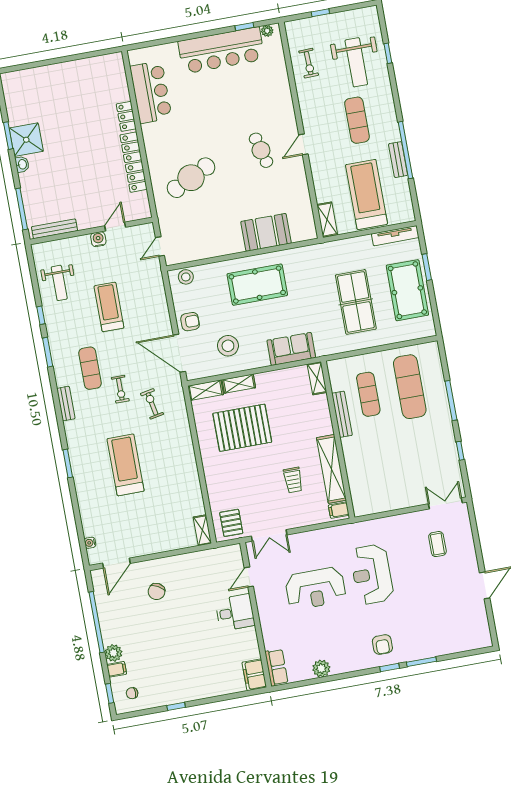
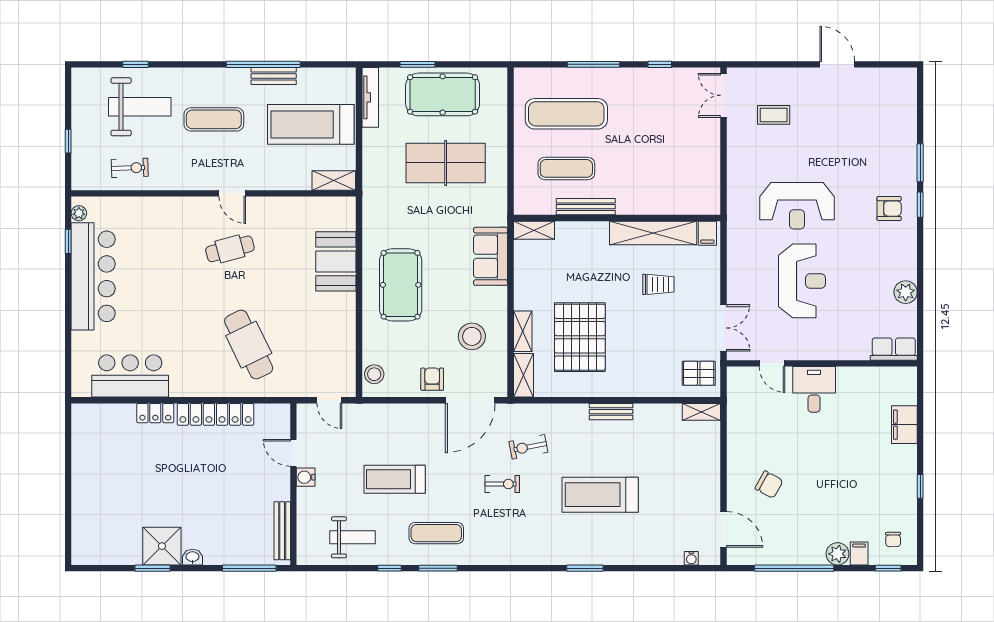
exercise mat: (90, 368) -> (436, 533), moved
bench: (66, 404) -> (611, 412), moved
filing cabinet: (254, 675) -> (904, 425), moved, turned 90

